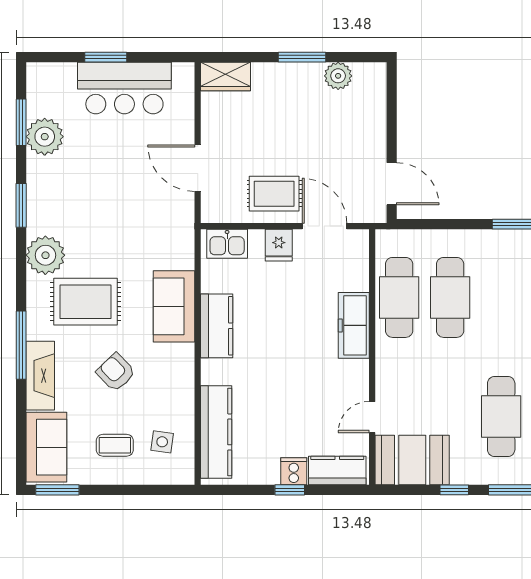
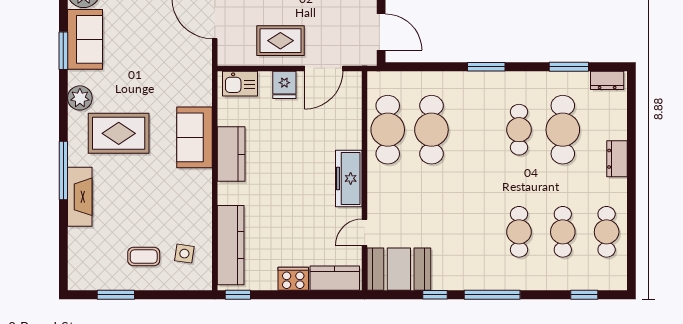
door: (325, 226) -> (324, 68), swing flipped
plant: (45, 255) -> (80, 98), width x0.73, depth x0.73
freezer: (354, 325) -> (349, 178), moved
armchair: (116, 372) -> (145, 194), removed
cafe table: (501, 416) -> (475, 232), removed
sofa: (46, 447) -> (85, 39), moved
cooker: (294, 471) -> (293, 279), width x1.36
window: (57, 490) -> (116, 295), moved
window: (290, 490) -> (238, 295), moved

